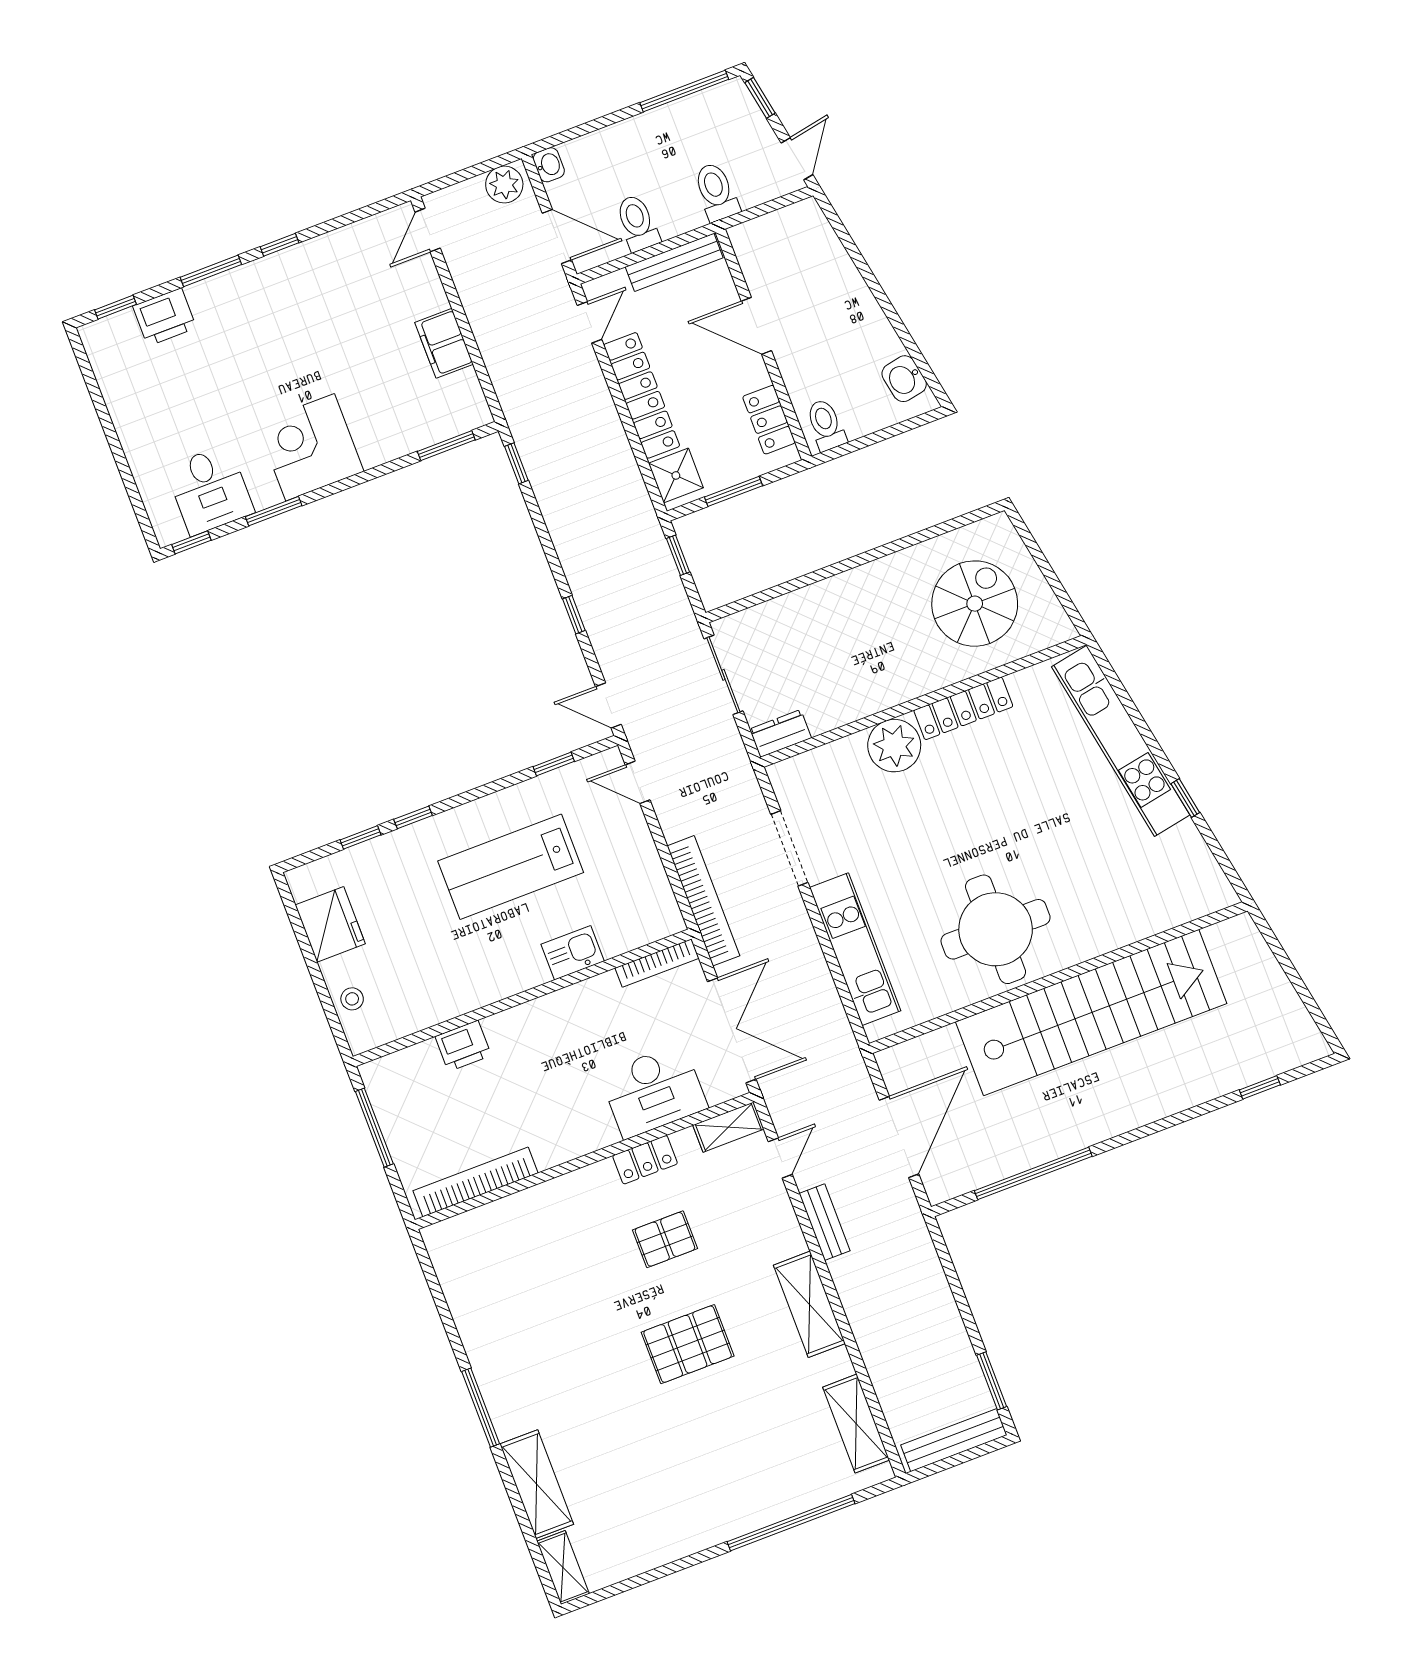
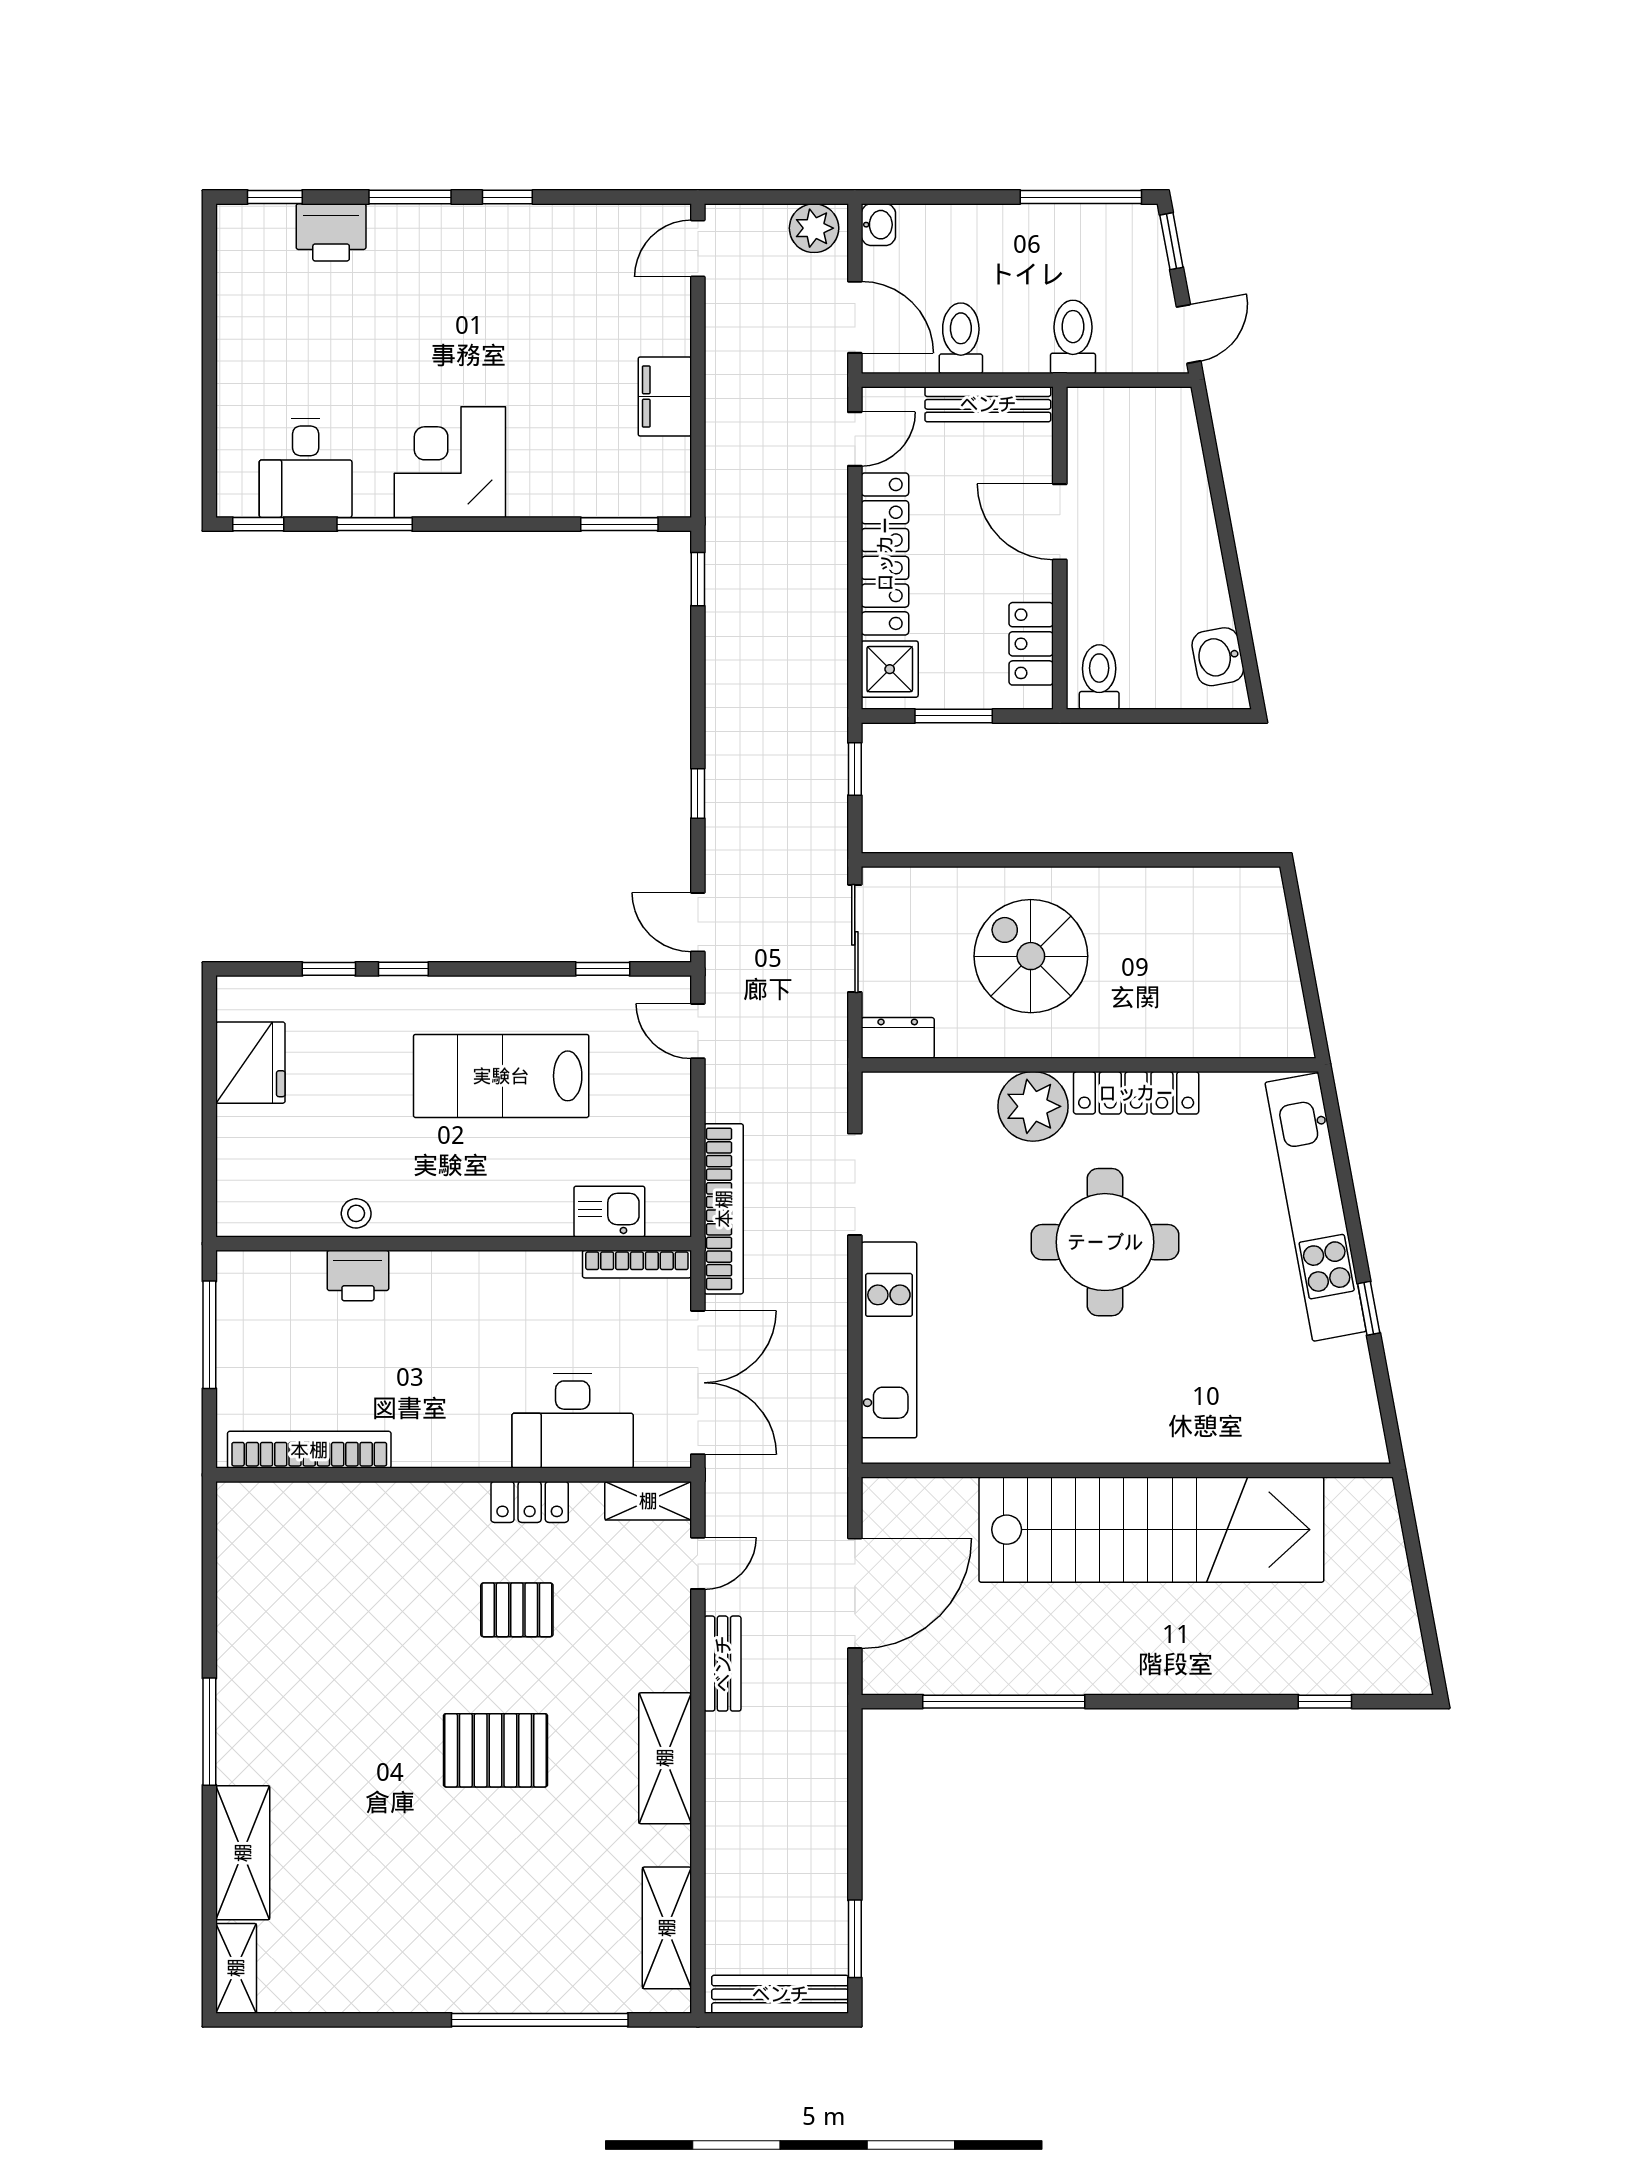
spiral stairs: (975, 604) -> (1031, 956), moved, turned -90
round table: (996, 929) -> (1105, 1242), moved
kitchen sink: (573, 953) -> (609, 1212), moved
stool: (352, 999) -> (356, 1213), moved

